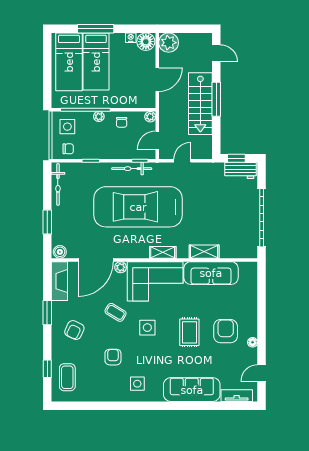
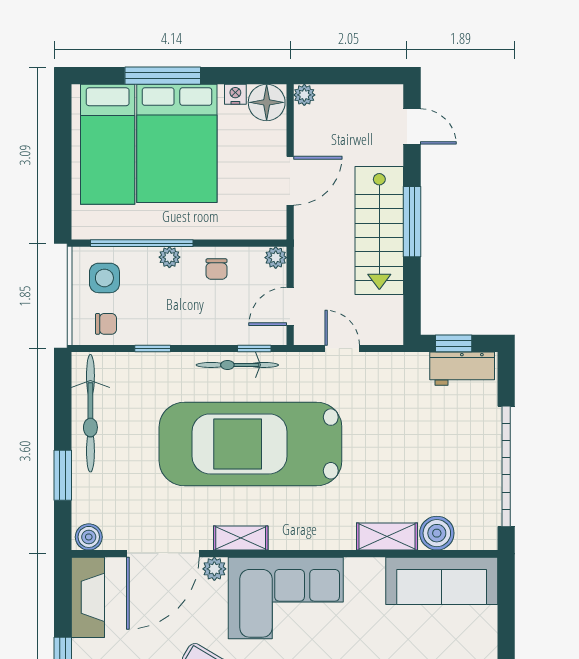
plant: (169, 43) -> (304, 95), width x0.53, depth x0.53
bed: (96, 62) -> (177, 143), width x1.50
door: (182, 161) -> (342, 349), hinge flipped
bicycle: (58, 184) -> (90, 413), width x1.37, depth x1.40
boiler: (228, 250) -> (437, 533), added
shelving: (163, 252) -> (241, 538), moved
sofa: (211, 273) -> (442, 581), moved

